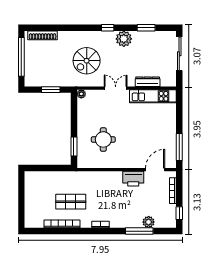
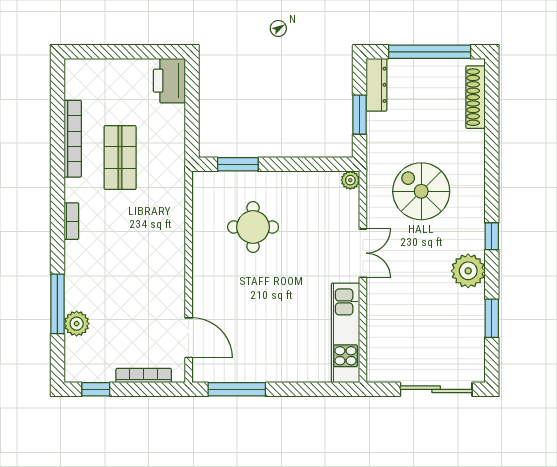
dresser: (148, 82) -> (376, 85), moved
printer: (133, 179) -> (169, 81), moved

